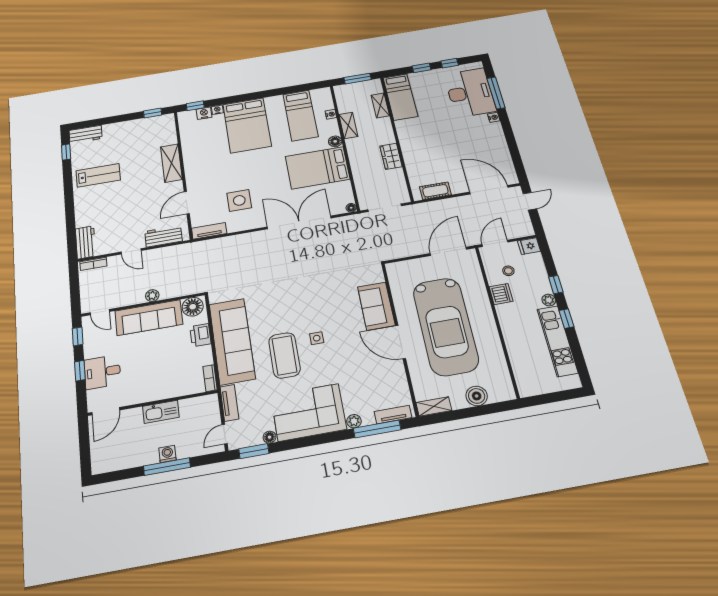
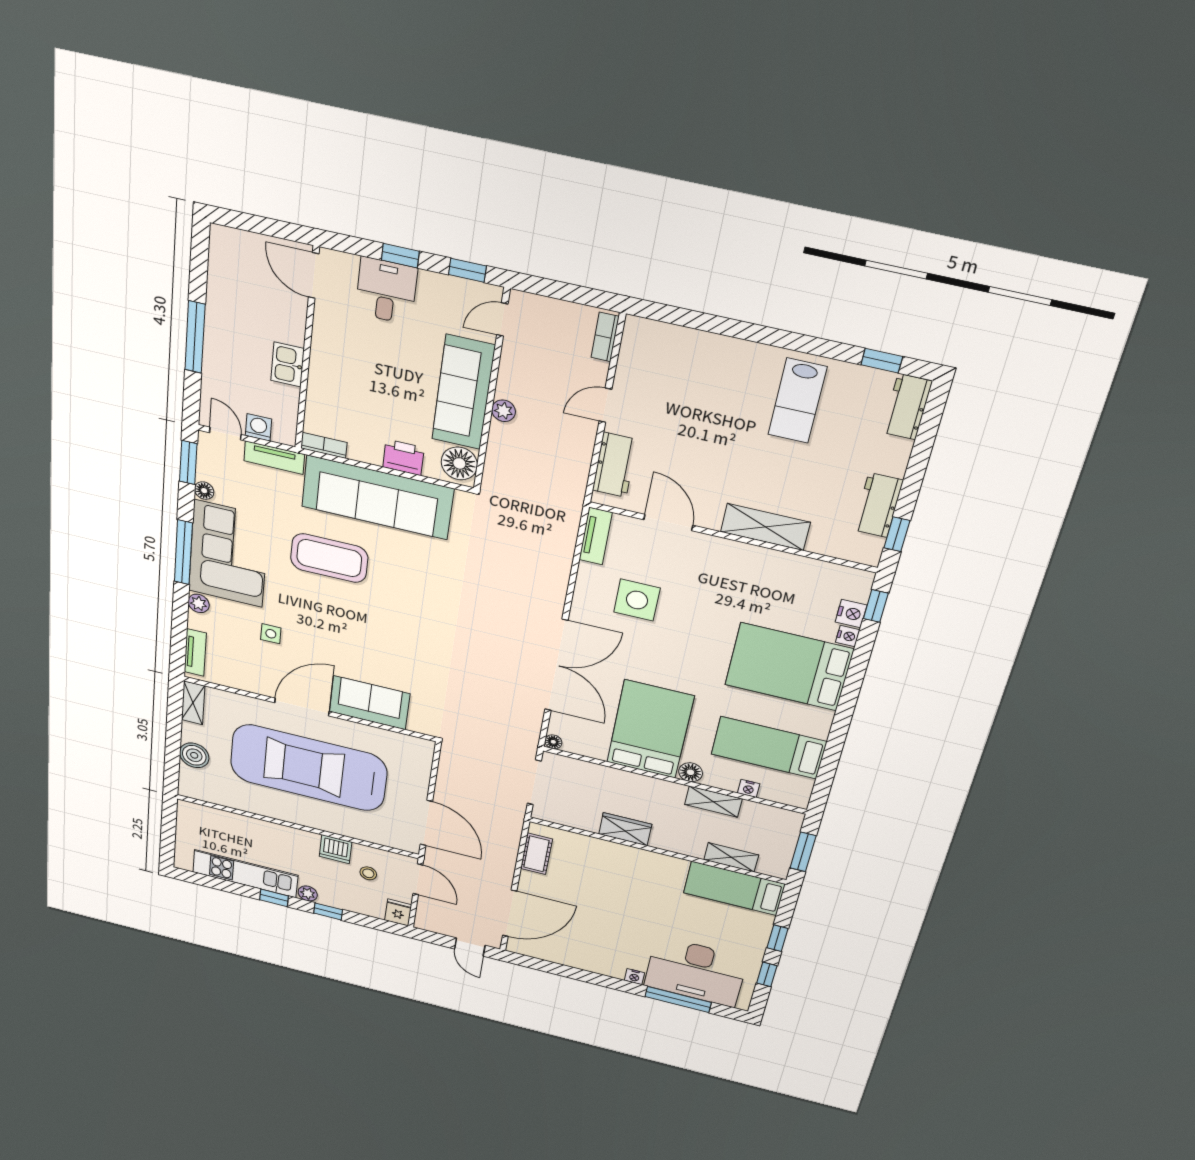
workbench: (86, 242) -> (878, 505), moved, turned 90
side table: (317, 338) -> (271, 634), moved
kitchen sink: (161, 412) -> (288, 365), width x0.73
window: (377, 429) -> (183, 552), moved
washing machine: (167, 454) -> (258, 427), moved, turned -90

